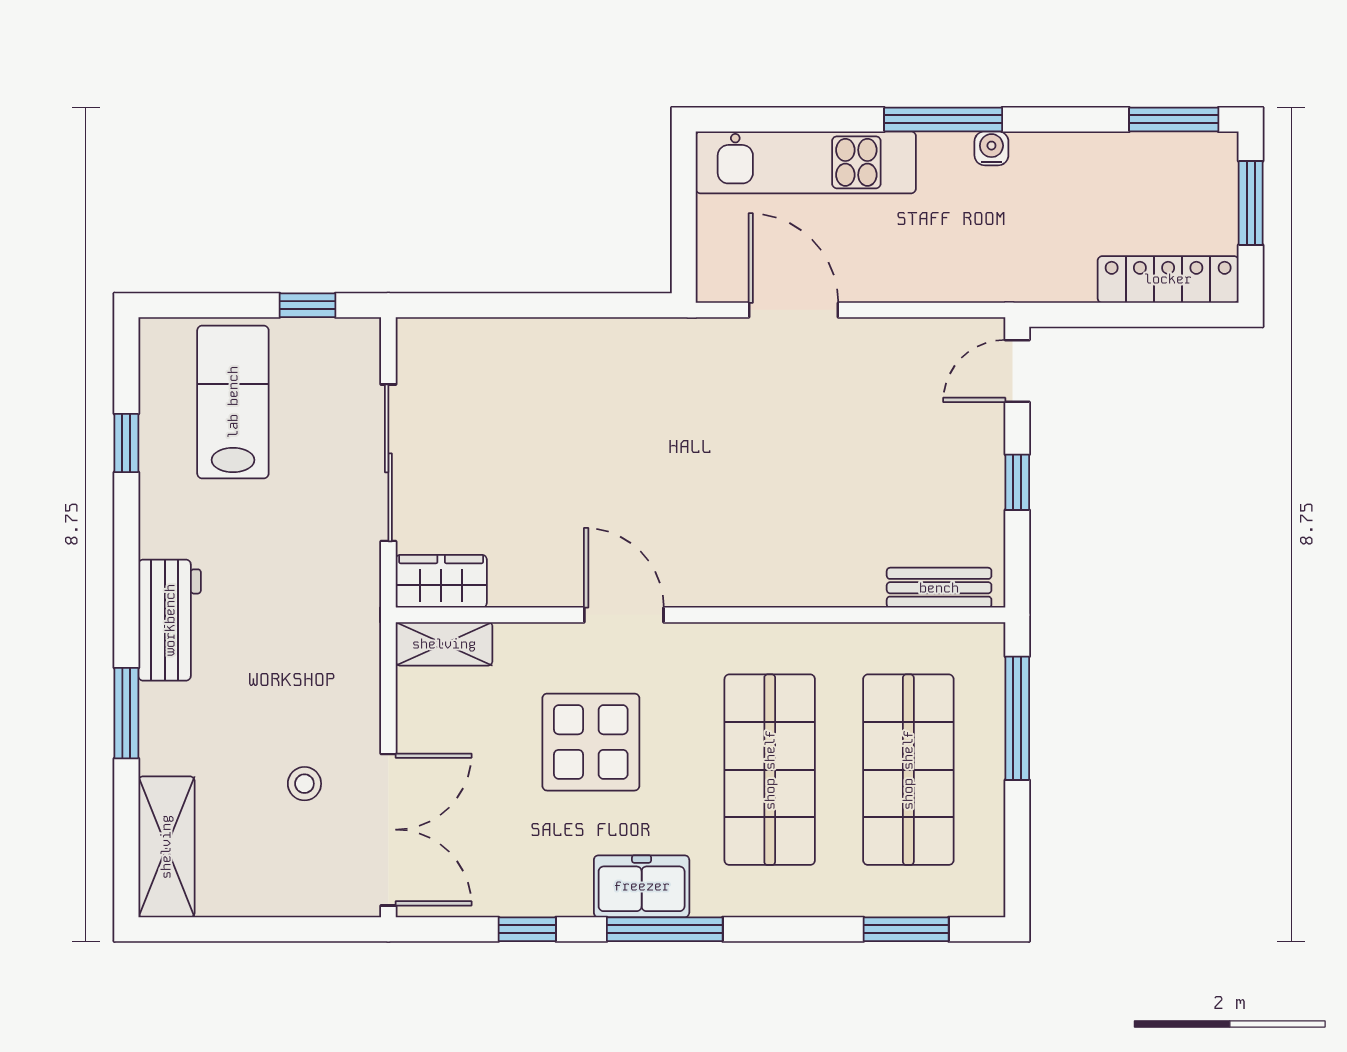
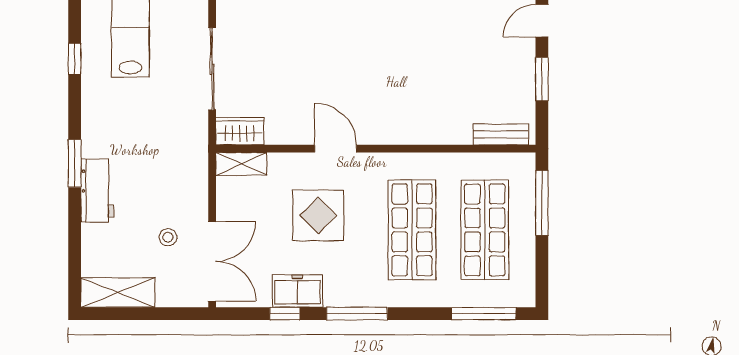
window: (1017, 482) -> (542, 79), width x1.50
workbench: (170, 620) -> (97, 191), moved
window: (126, 713) -> (75, 163), moved
shelving: (166, 847) -> (118, 293), moved, turned 90
freezer: (642, 886) -> (297, 291), moved
window: (906, 929) -> (484, 314), width x1.44

